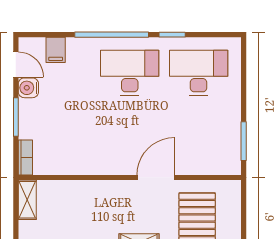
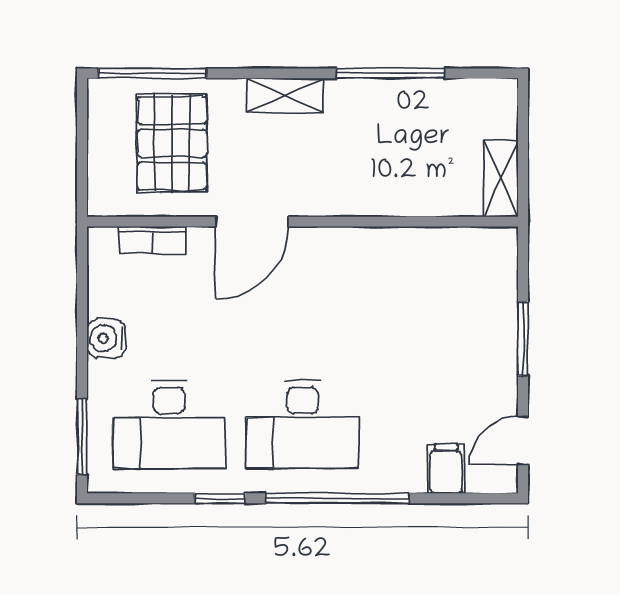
door: (16, 65) -> (523, 441), hinge flipped
water cooler: (28, 88) -> (106, 338), moved, turned 180
window: (244, 141) -> (82, 436), moved
bookcase: (25, 157) -> (152, 240), moved, turned -90

